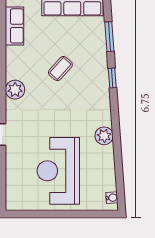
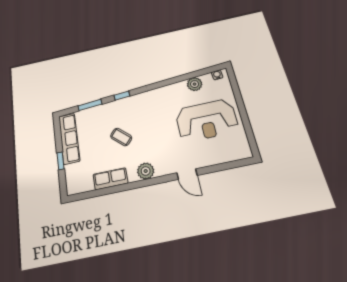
row of seats: (15, 26) -> (110, 179), moved
plant: (104, 136) -> (195, 84), moved

